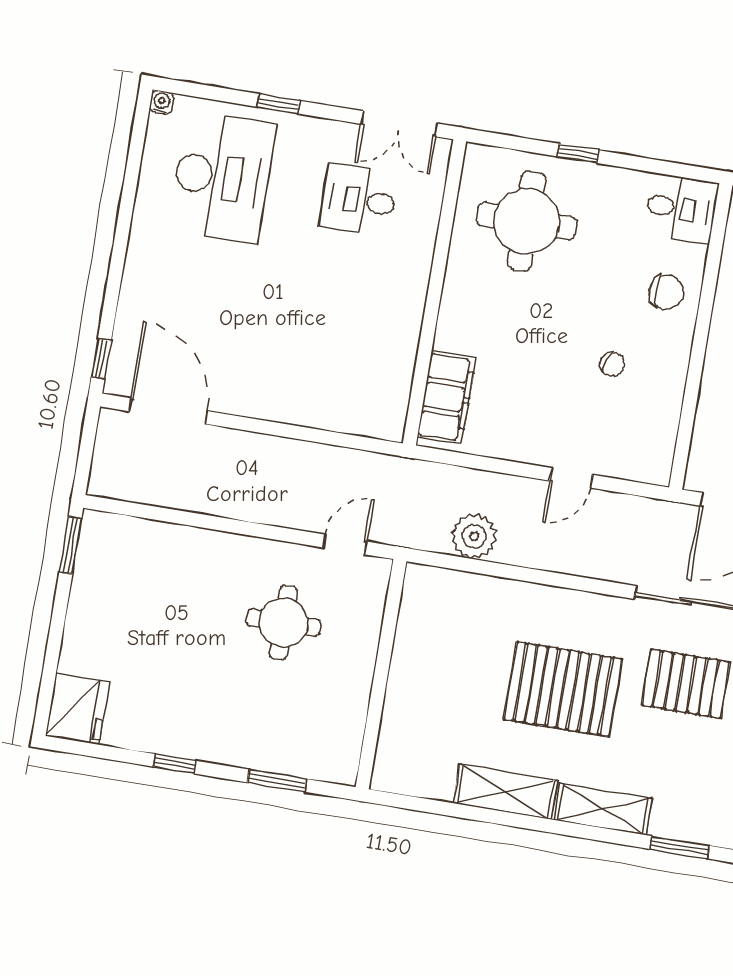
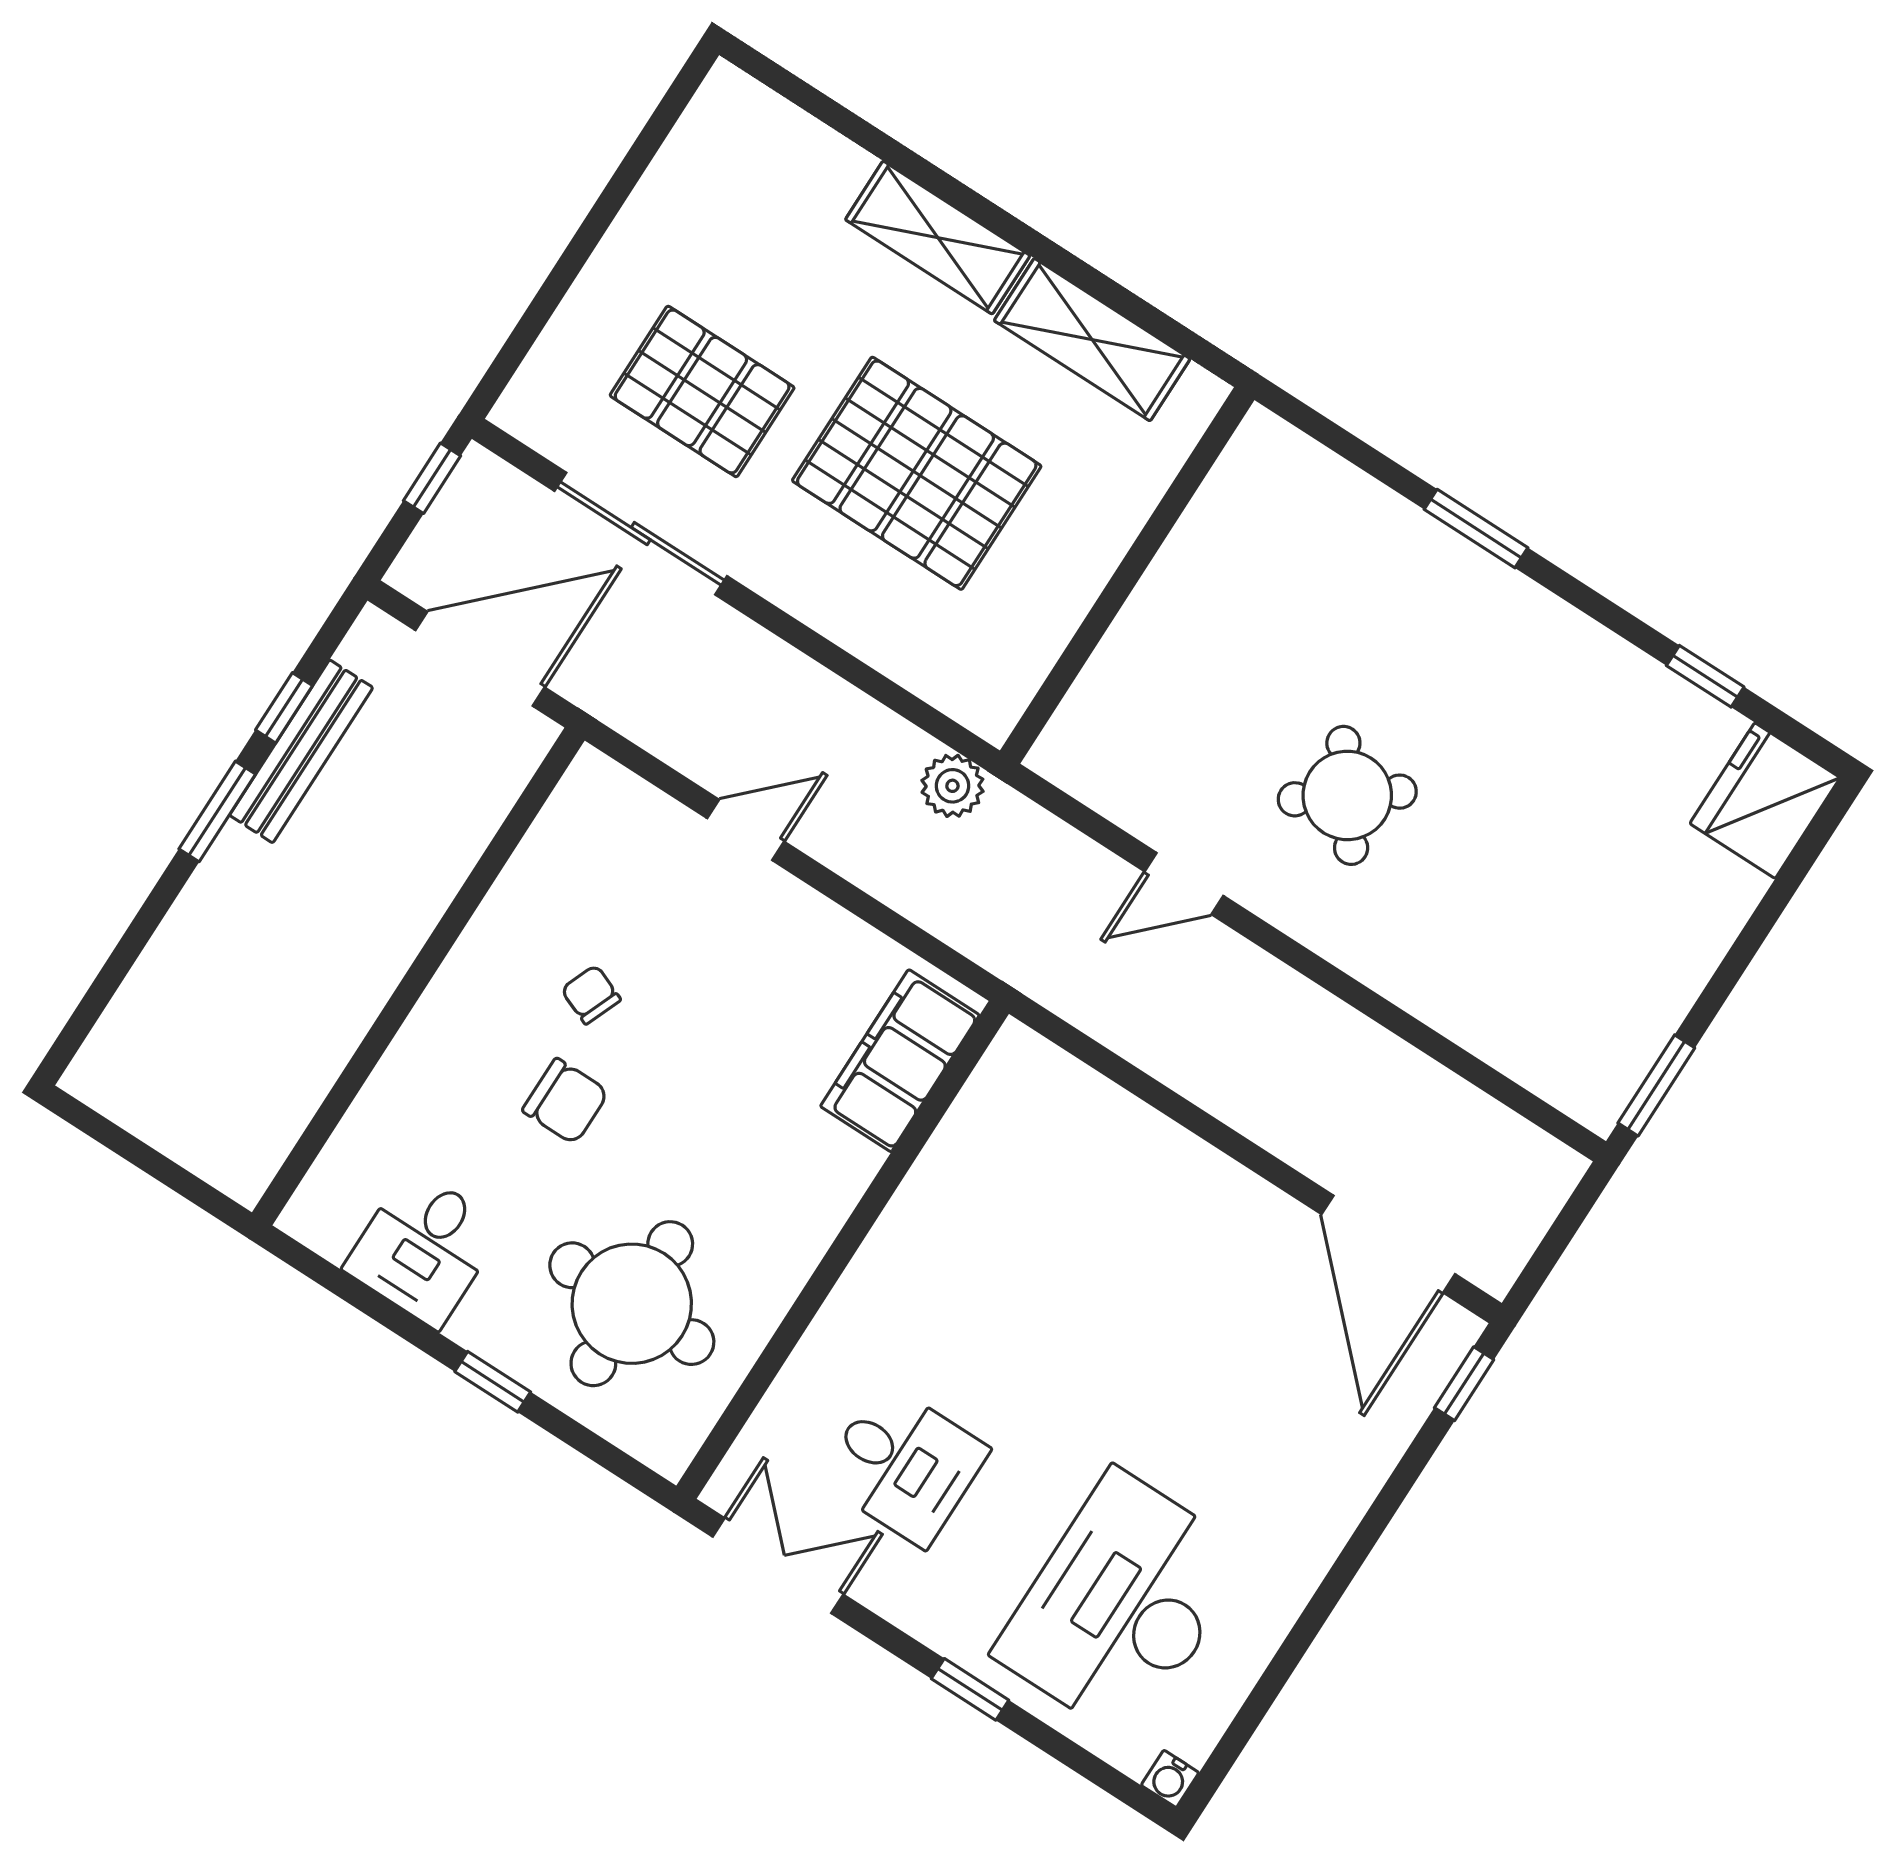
desk: (681, 209) -> (424, 1248), moved, turned -90
chair: (666, 292) -> (566, 1101), moved, turned 180
plant: (474, 536) -> (952, 786), width x0.73, depth x0.73
round table: (283, 622) -> (1347, 795), turned -37
wall: (381, 674) -> (1127, 575), moved
window: (175, 764) -> (1705, 676), moved
window: (680, 847) -> (834, 115), removed

